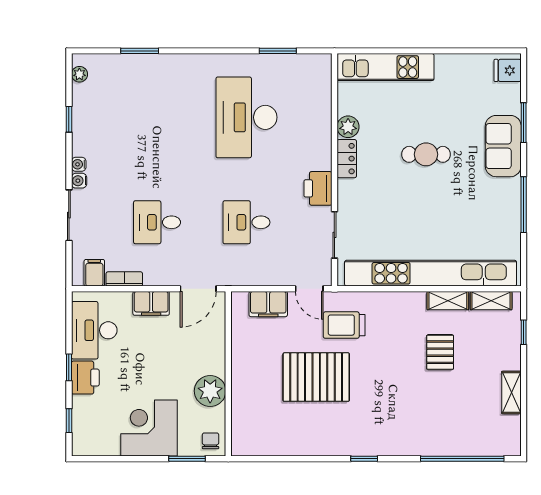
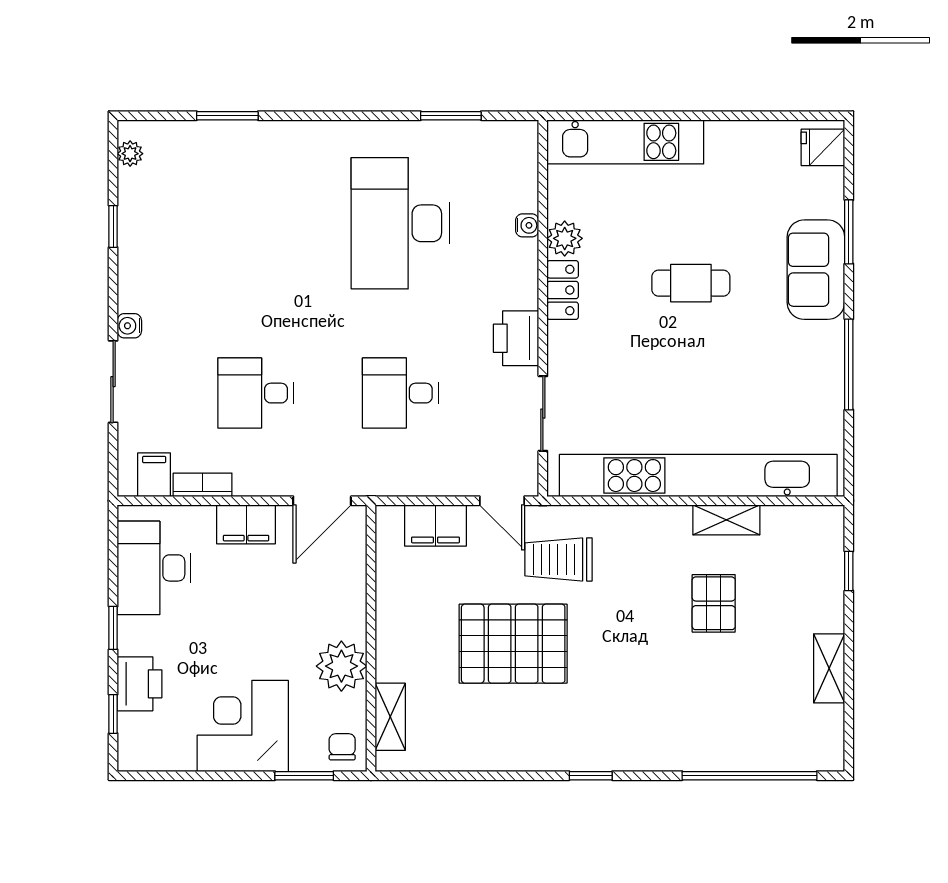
water cooler: (79, 164) -> (527, 225), moved, turned 180
shelving: (491, 301) -> (390, 717), moved, turned 90
printer: (85, 378) -> (139, 684), moved

